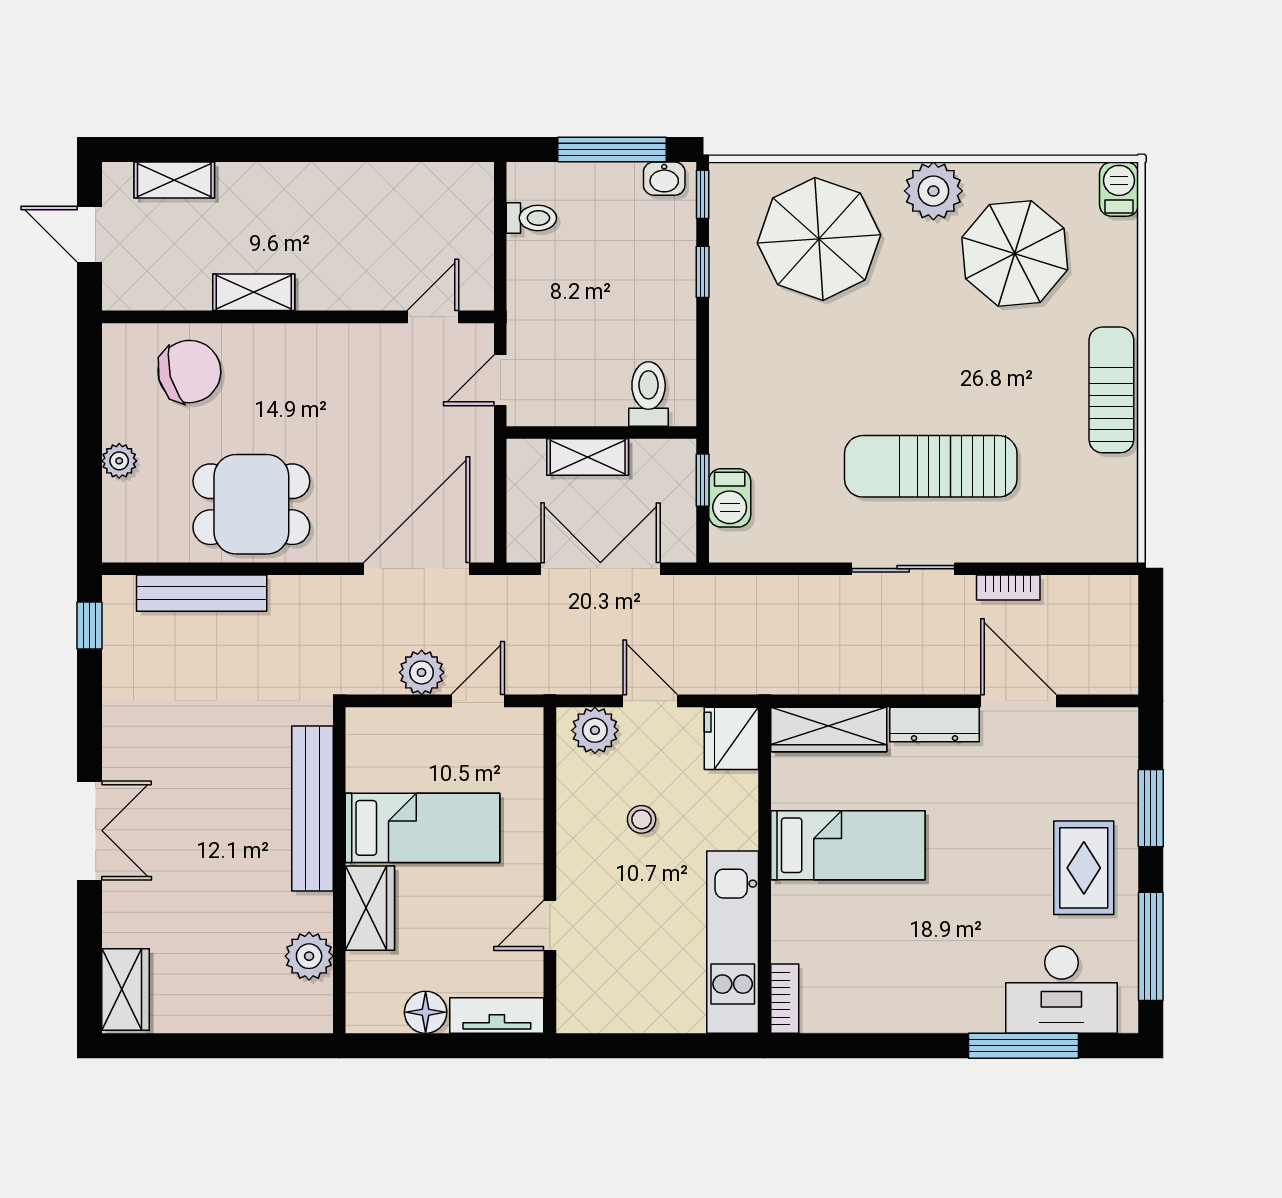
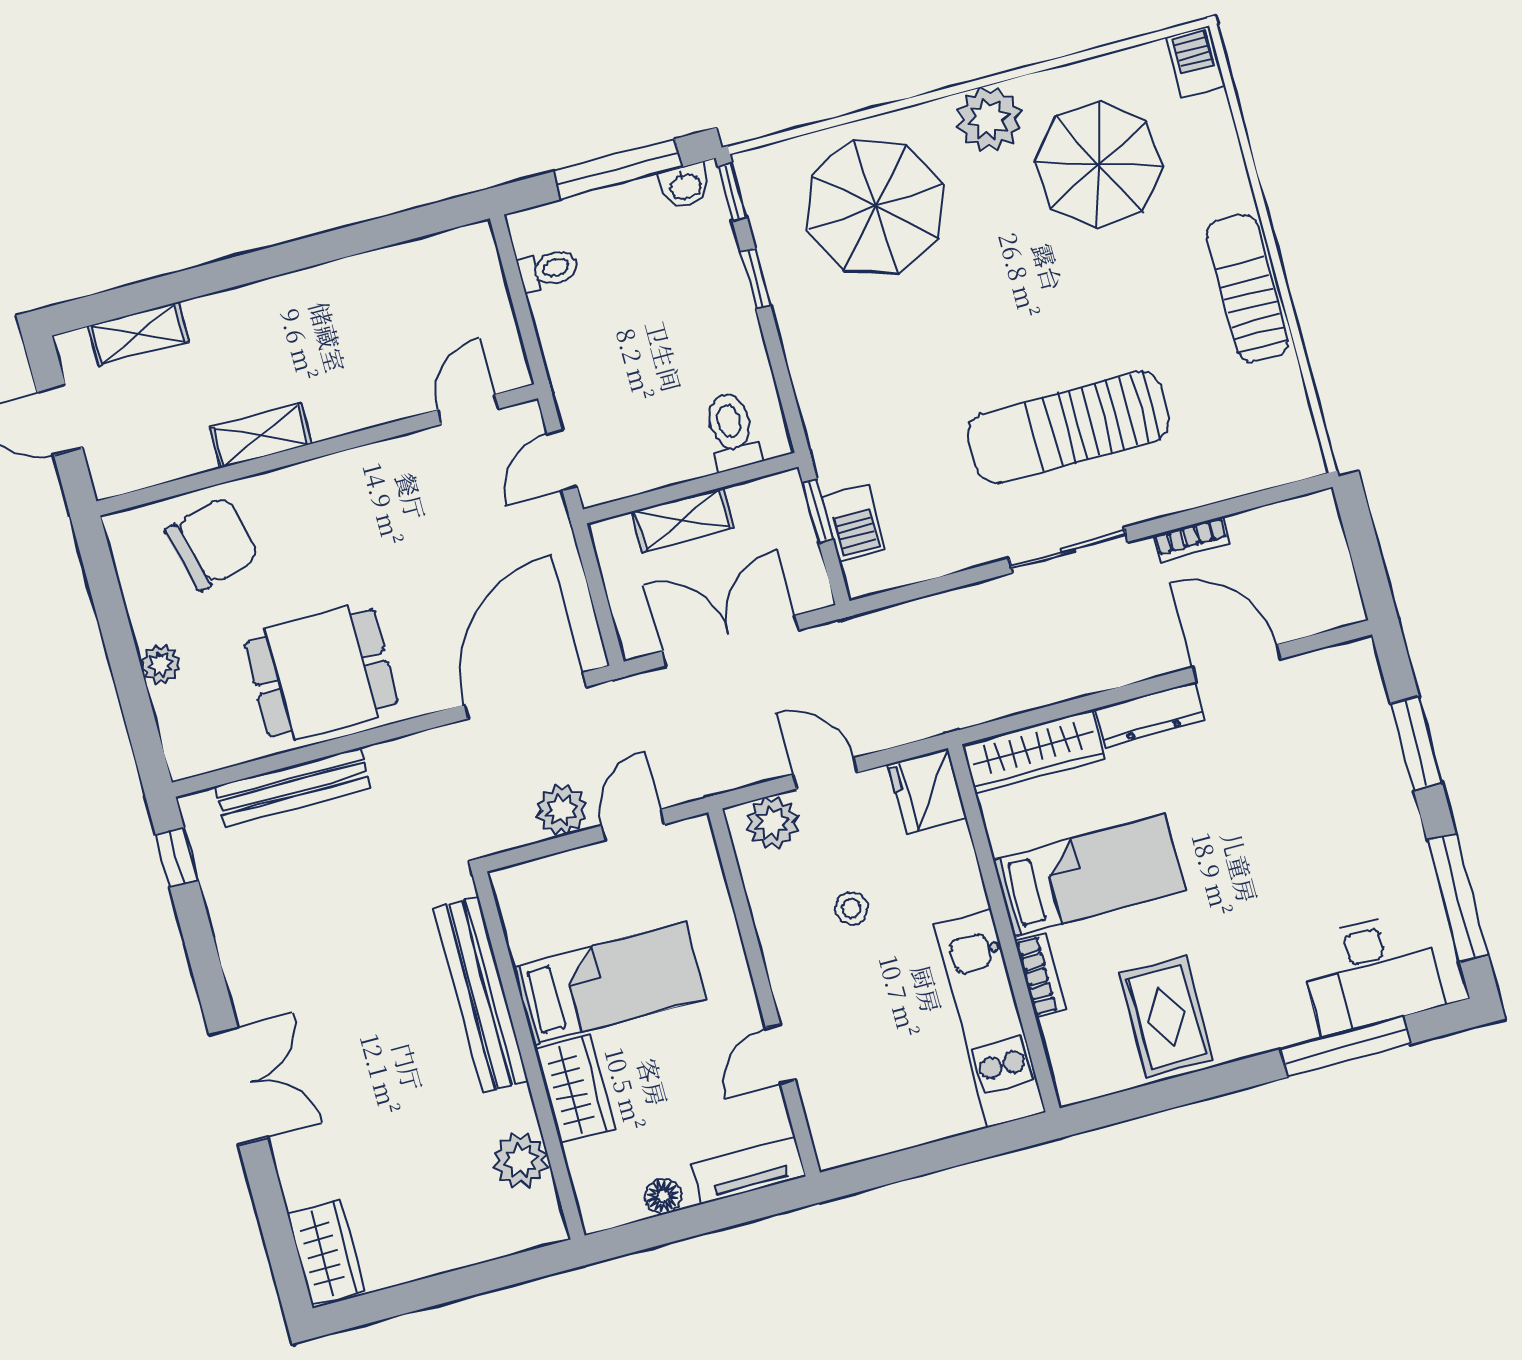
rug: (1084, 868) -> (1166, 1017), moved
bookcase: (785, 999) -> (1040, 975), moved
floor lamp: (426, 1012) -> (663, 1196), width x0.73, depth x0.73

